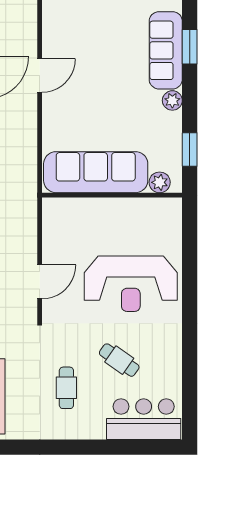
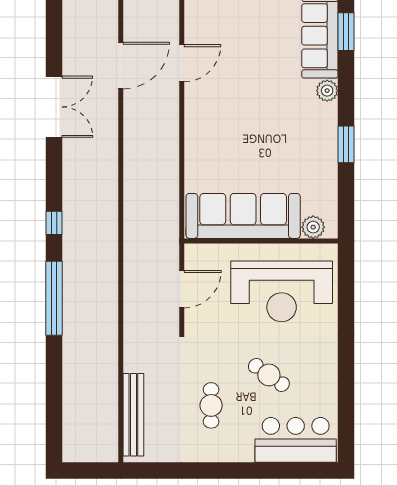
sofa: (96, 172) -> (243, 216), moved
plant: (160, 182) -> (313, 227), moved
wall: (112, 195) -> (261, 241), moved

